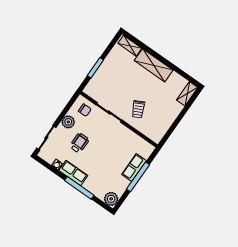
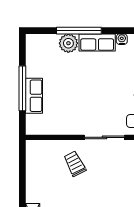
wheelchair: (79, 143) -> (114, 80), removed
plant: (111, 199) -> (68, 43), moved

